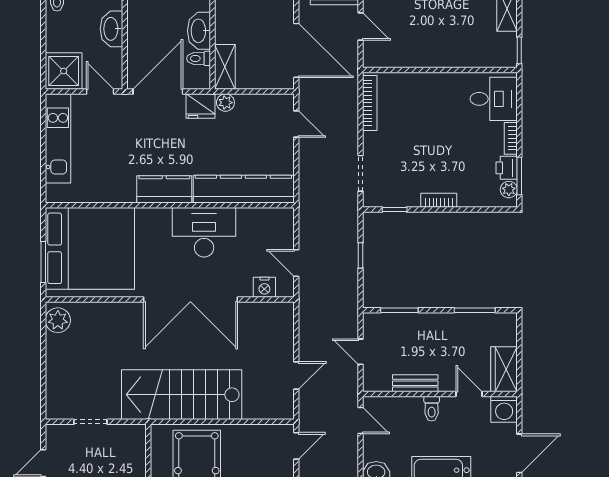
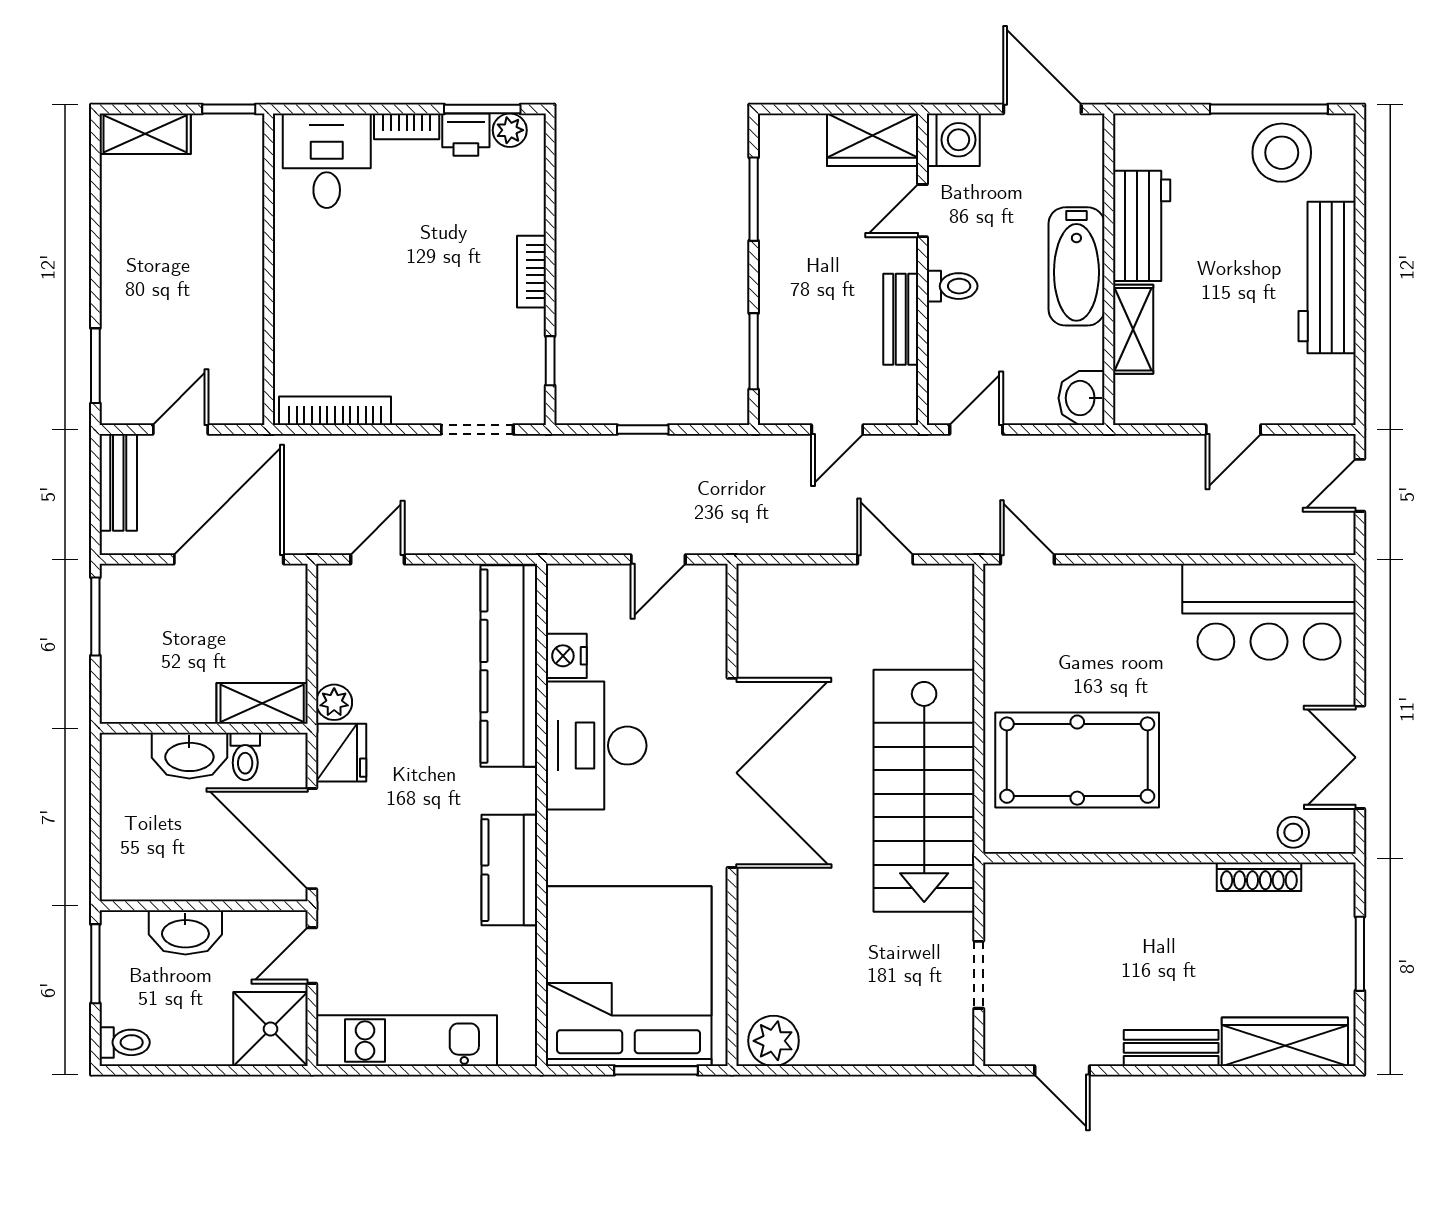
kitchen counter: (164, 189) -> (509, 870), moved
nightstand: (264, 287) -> (566, 656), moved, turned 180

